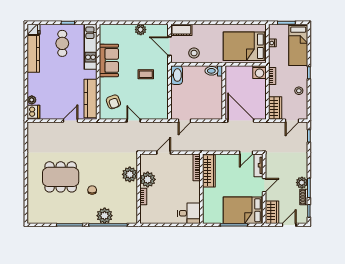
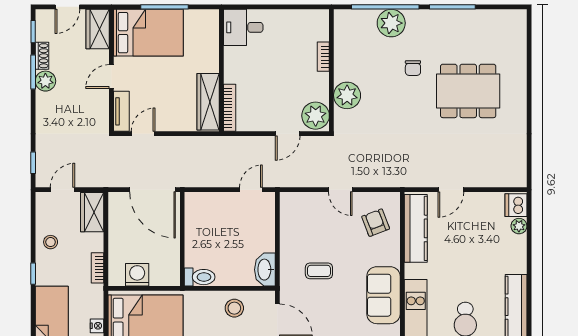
washing machine: (260, 72) -> (137, 275), moved
plant: (148, 179) -> (316, 116), moved

